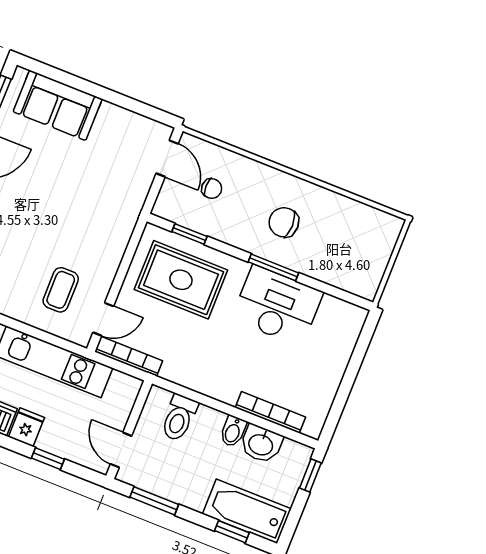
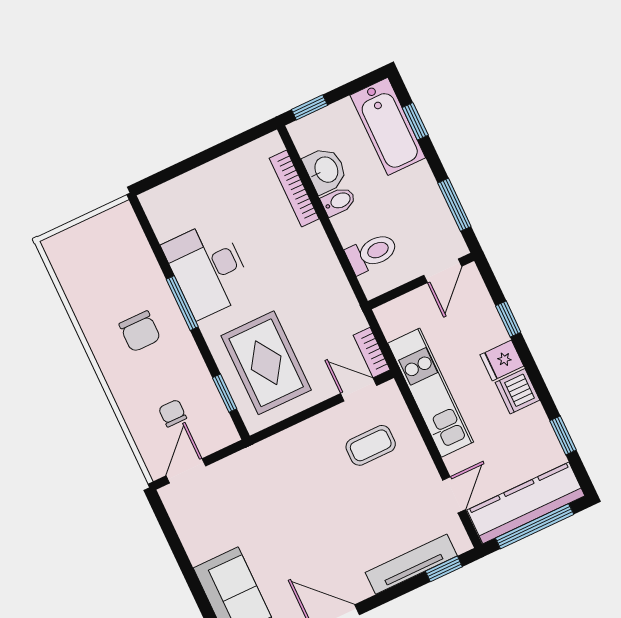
bookcase: (129, 356) -> (372, 352), width x0.64

